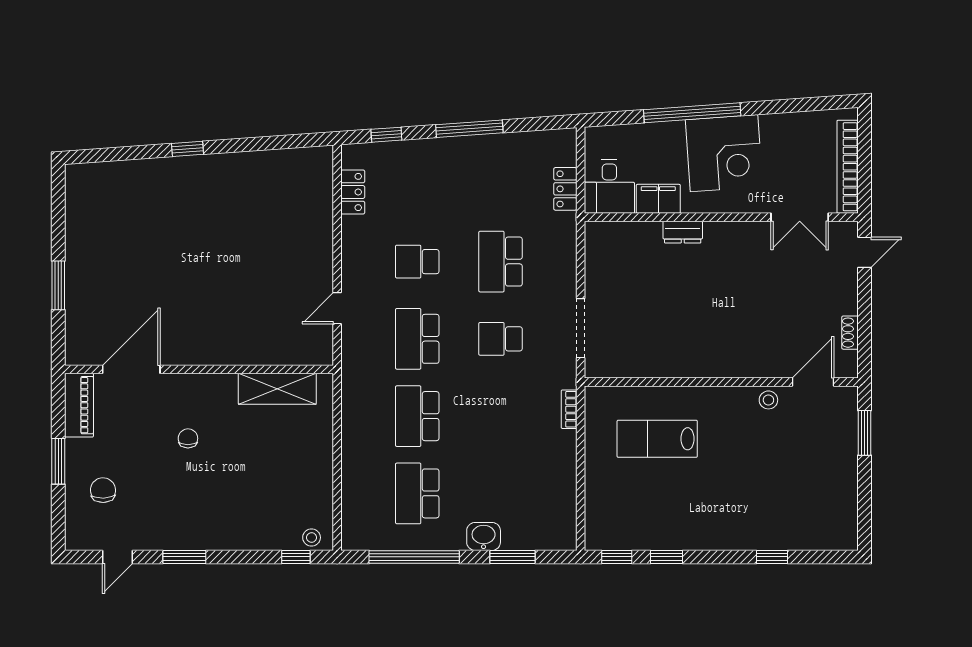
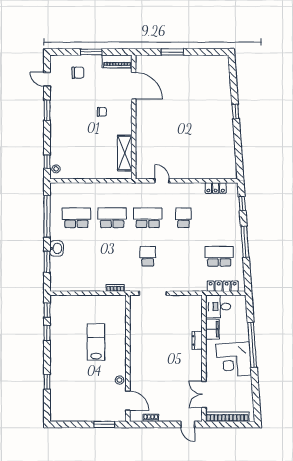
locker: (565, 189) -> (223, 286), width x1.53
school desk: (501, 262) -> (219, 256), moved
lab bench: (657, 439) -> (96, 342), moved

